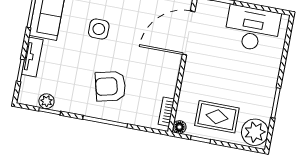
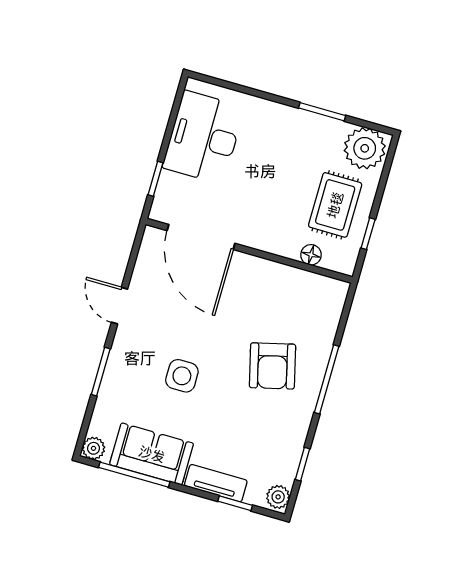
plant: (46, 101) -> (278, 497), moved
bookcase: (166, 112) -> (320, 283), removed
floor lamp: (179, 127) -> (311, 255), moved

